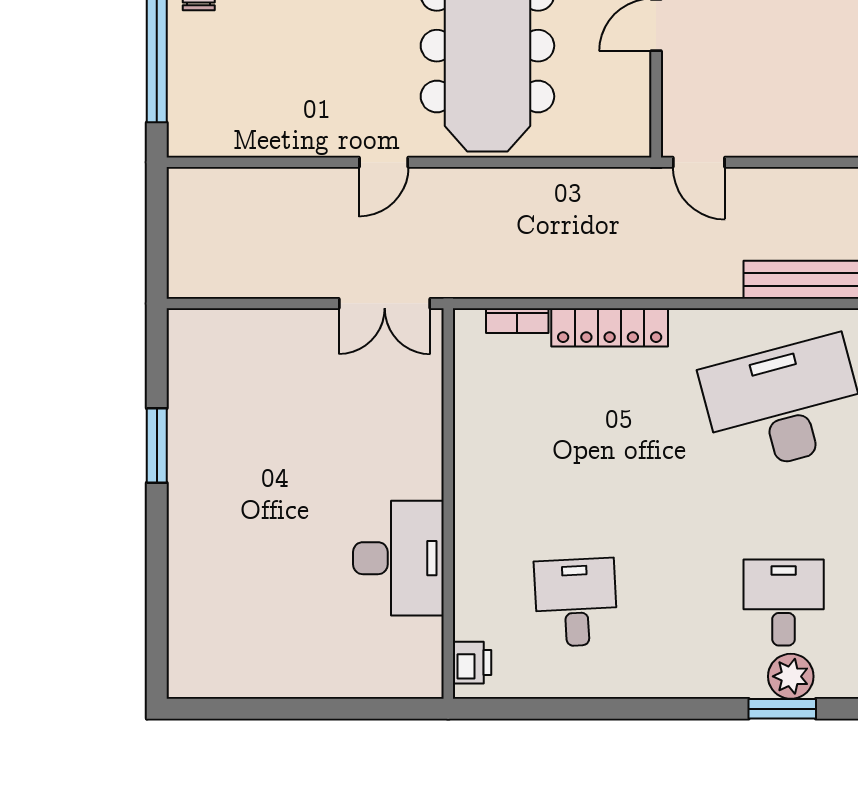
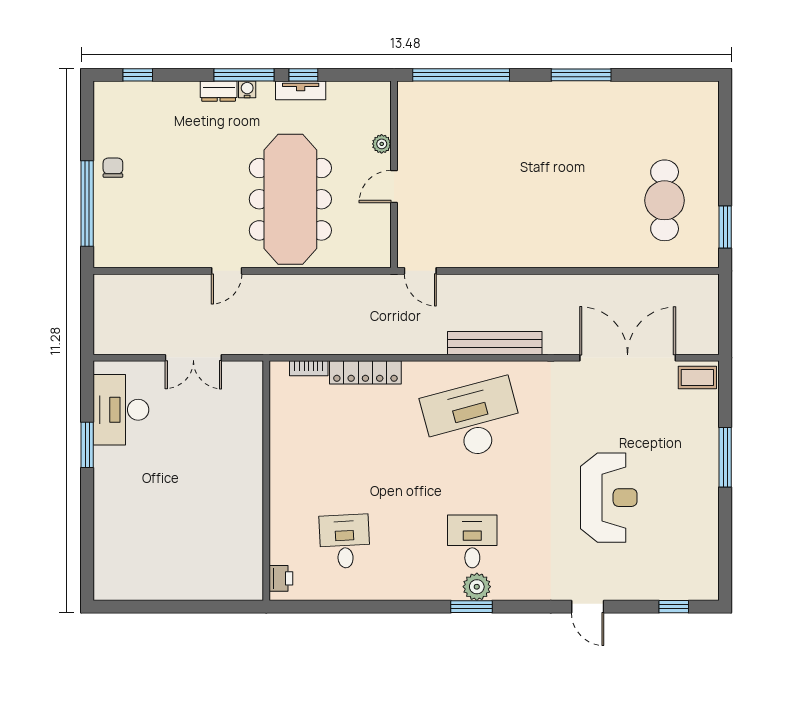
double door: (385, 303) -> (193, 358), moved
desk: (398, 558) -> (121, 410), moved, turned 180

